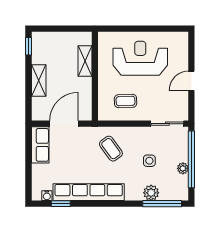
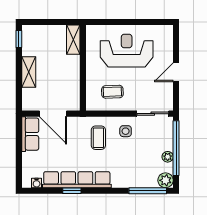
shelving: (85, 61) -> (73, 40), moved
door: (64, 124) -> (53, 114), swing flipped
coffee table: (111, 149) -> (98, 138), turned 36
side table: (149, 161) -> (126, 131), moved
plant: (151, 193) -> (166, 180), moved
window: (61, 204) -> (72, 191), moved

